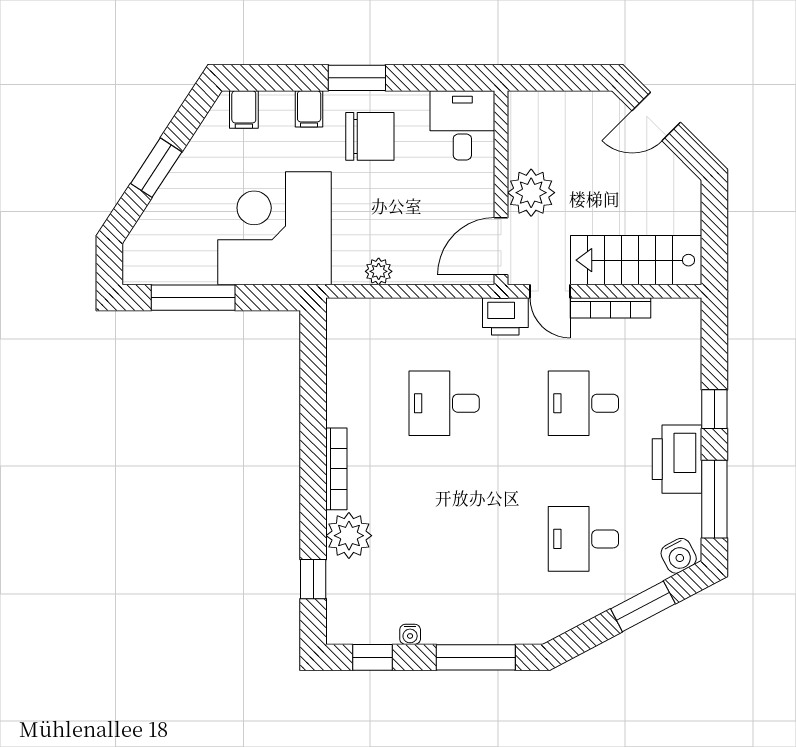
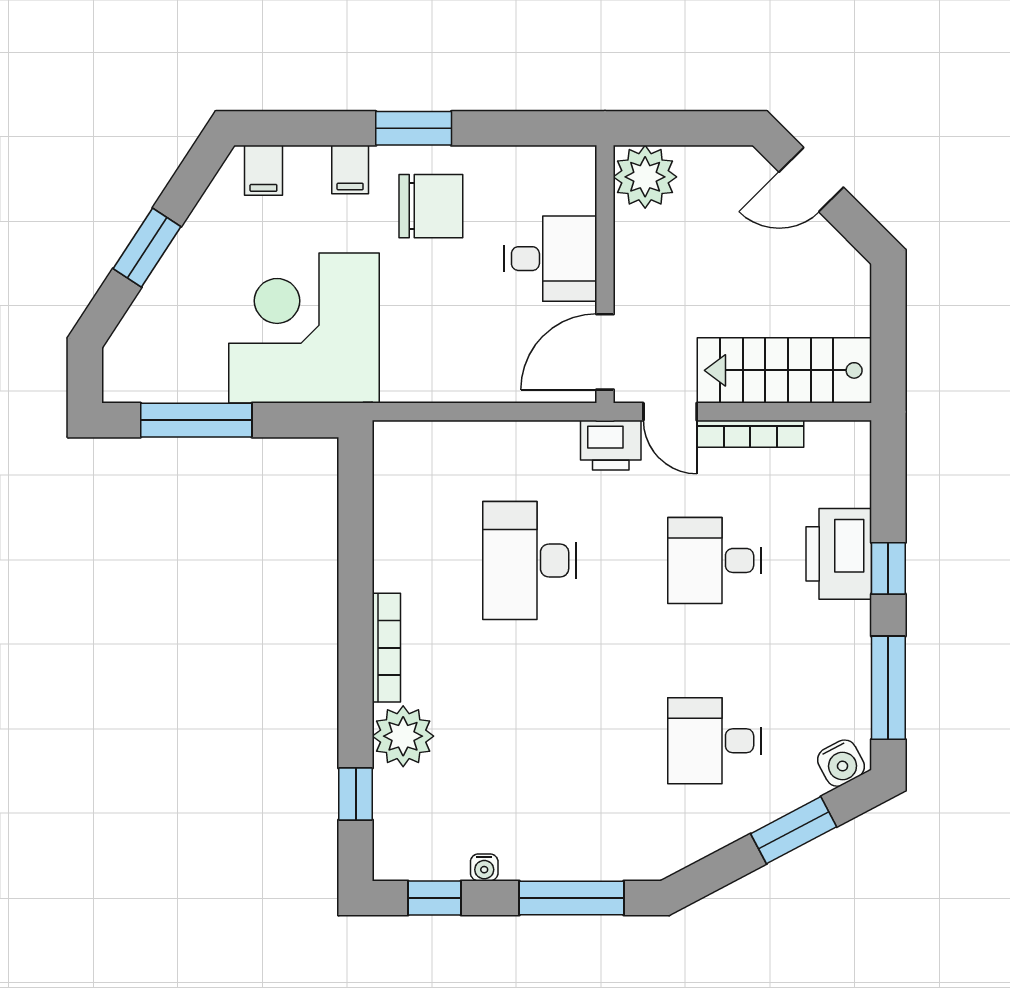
desk: (462, 125) -> (550, 259), moved, turned 90
plant: (531, 193) -> (645, 177), moved
plant: (379, 271) -> (442, 385), removed
desk: (444, 403) -> (529, 560), width x1.37
printer: (677, 459) -> (839, 554), moved

